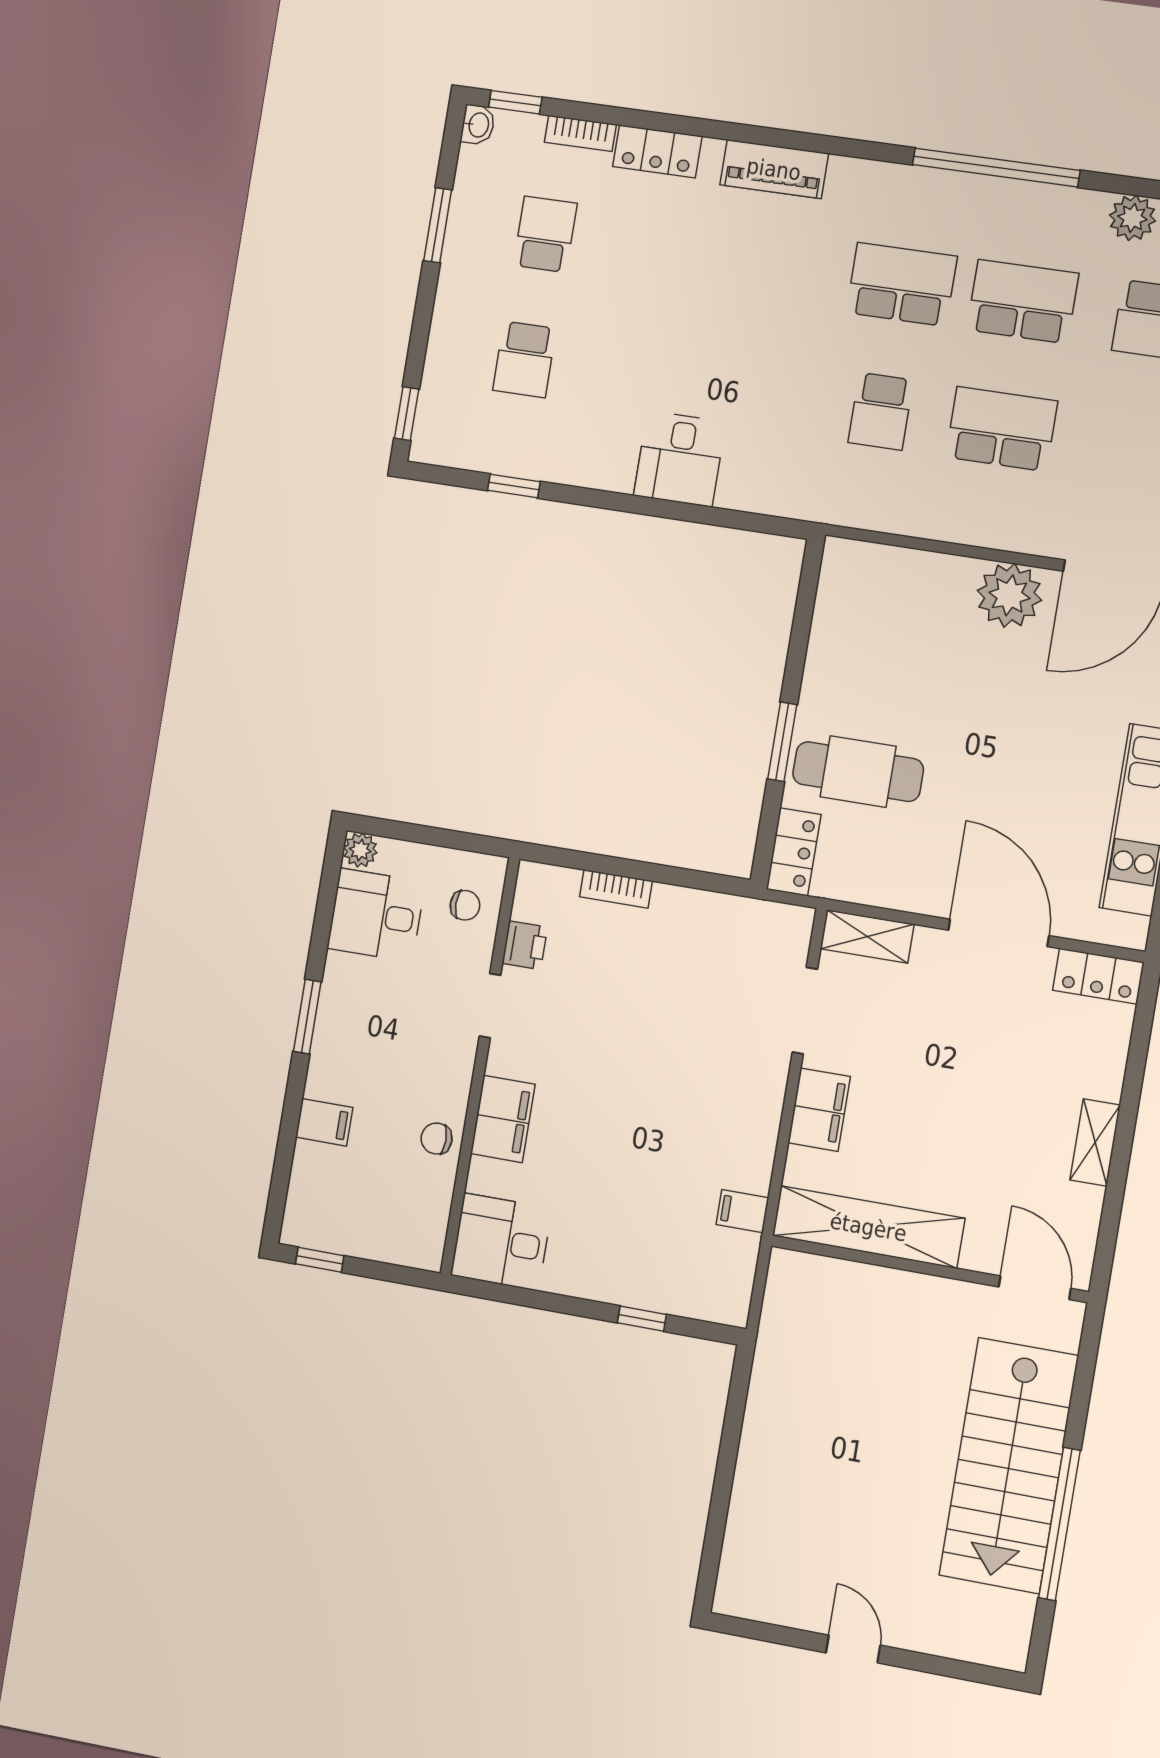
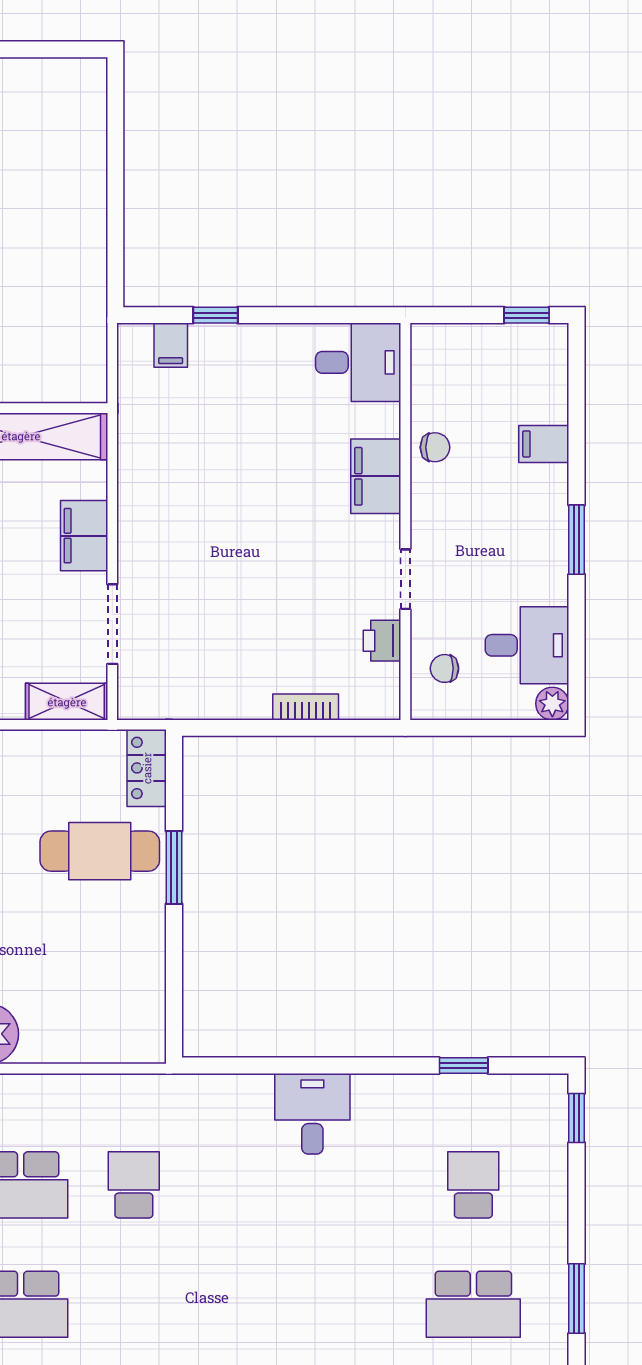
school desk: (545, 234) -> (473, 1304), width x1.85
school desk: (902, 284) -> (134, 1304), removed
filing cabinet: (742, 1211) -> (171, 345), moved, turned 90

